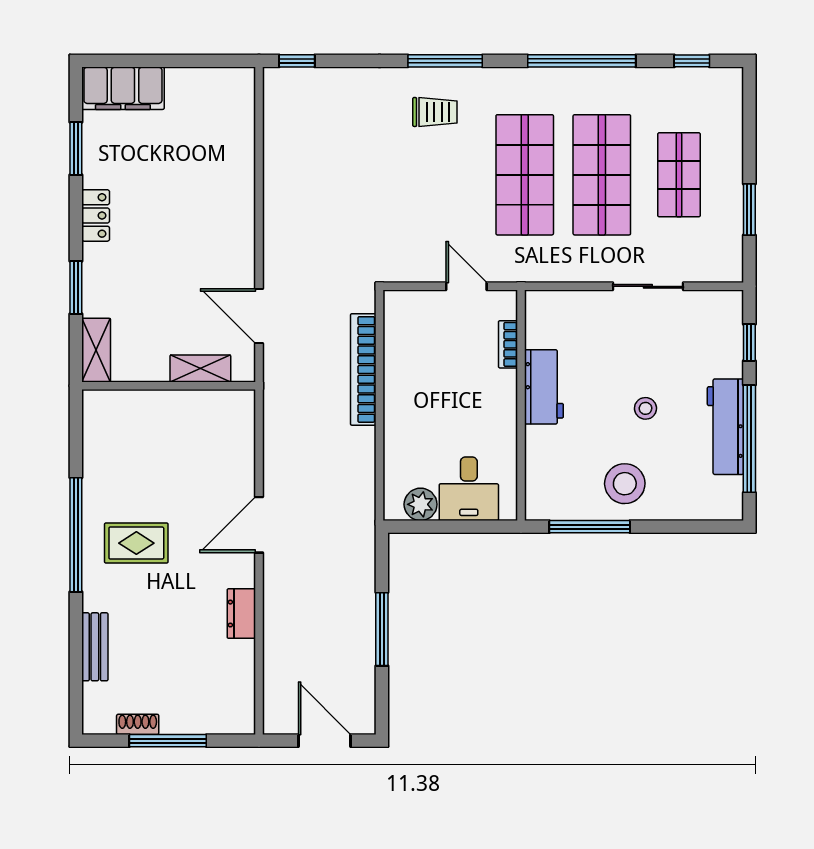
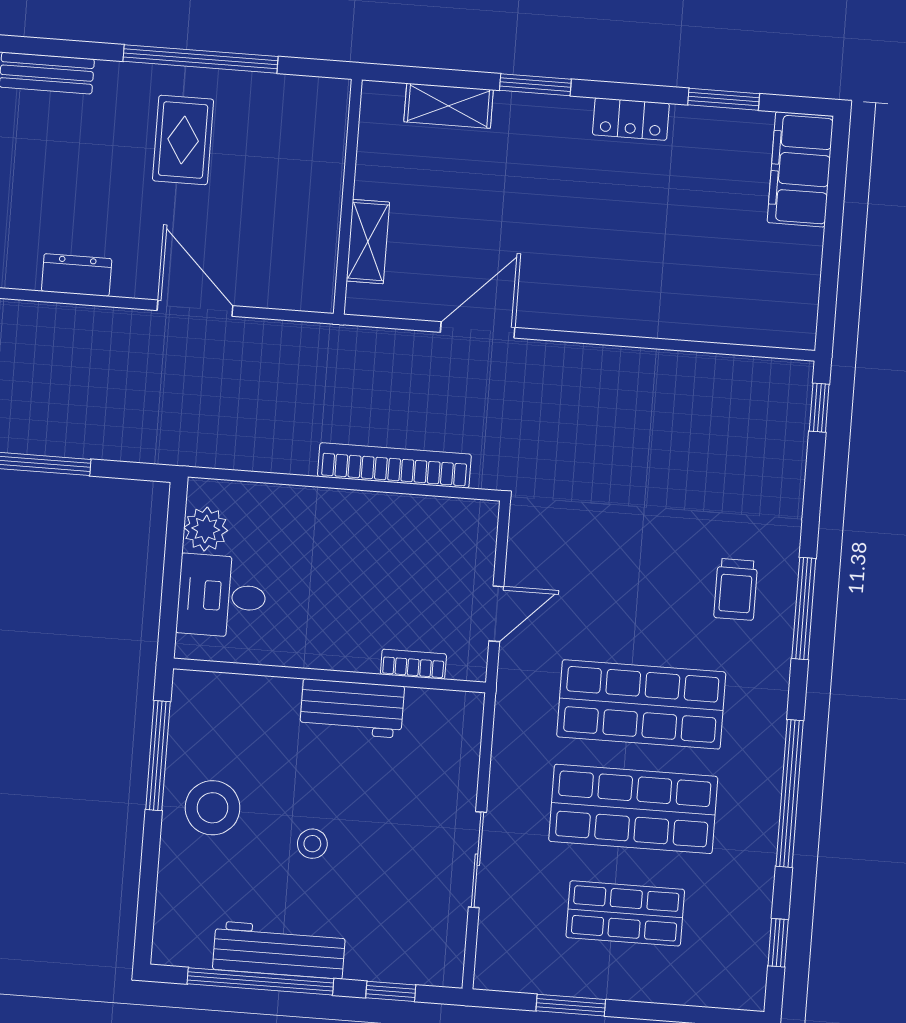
shelving: (200, 368) -> (368, 242), moved
wall: (169, 386) -> (348, 197), moved

